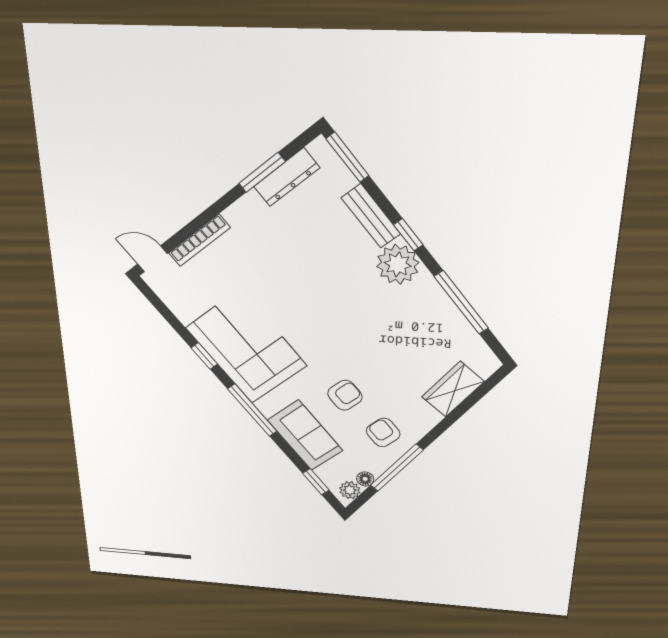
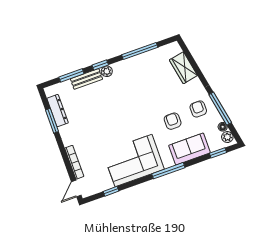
window: (347, 157) -> (71, 75), moved
plant: (398, 264) -> (107, 71), width x0.53, depth x0.53
window: (204, 356) -> (111, 191), moved
armchair: (383, 433) -> (198, 109), turned 90

